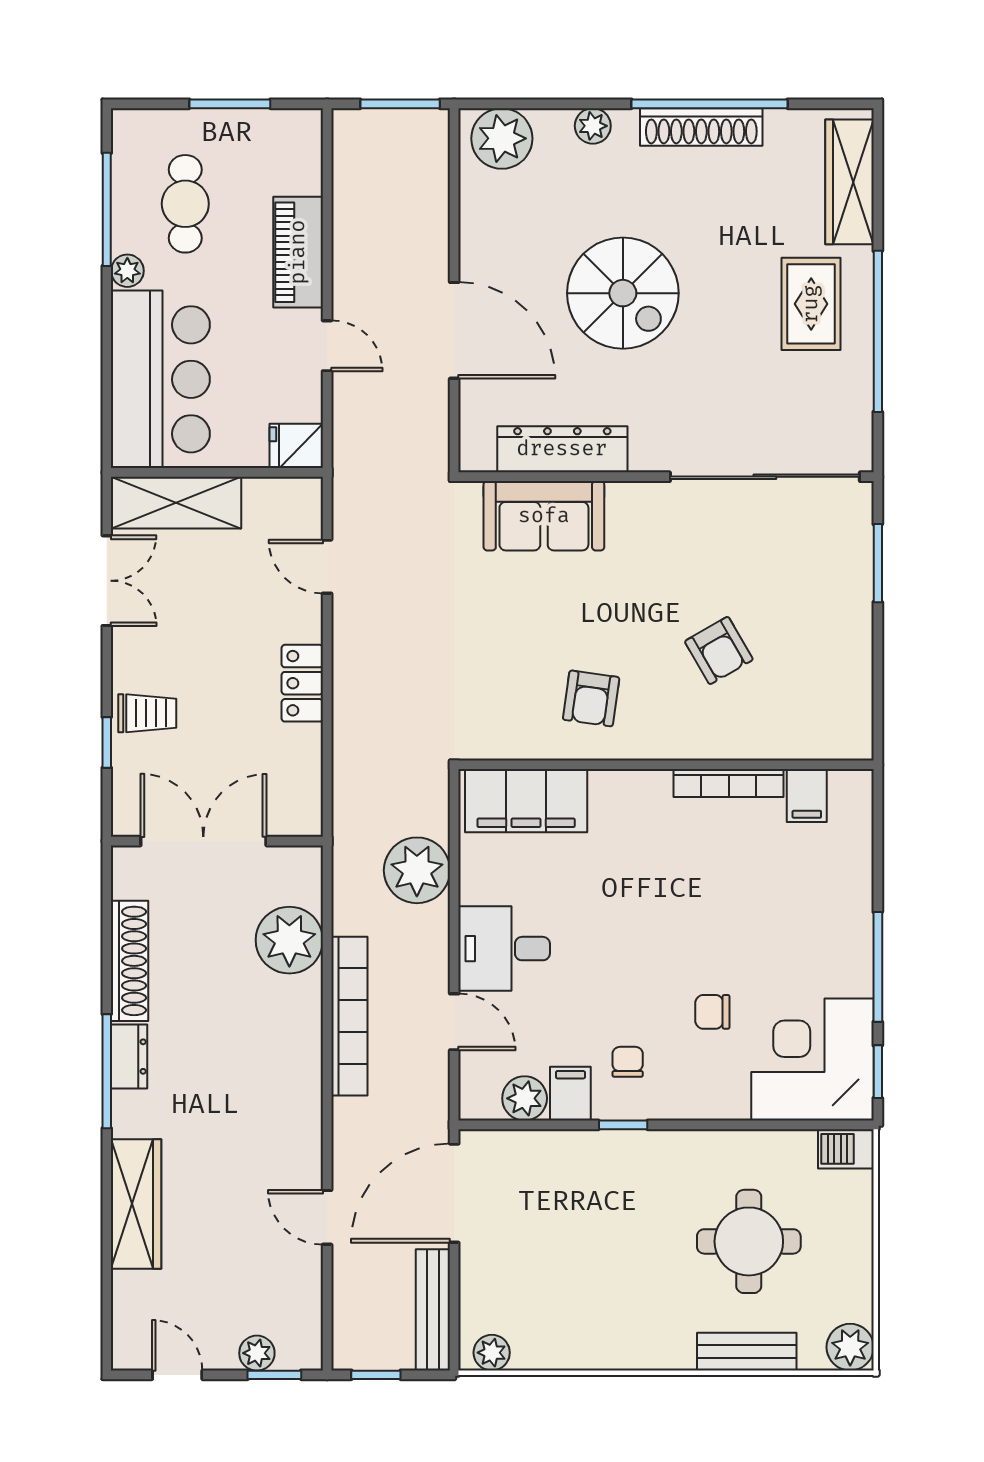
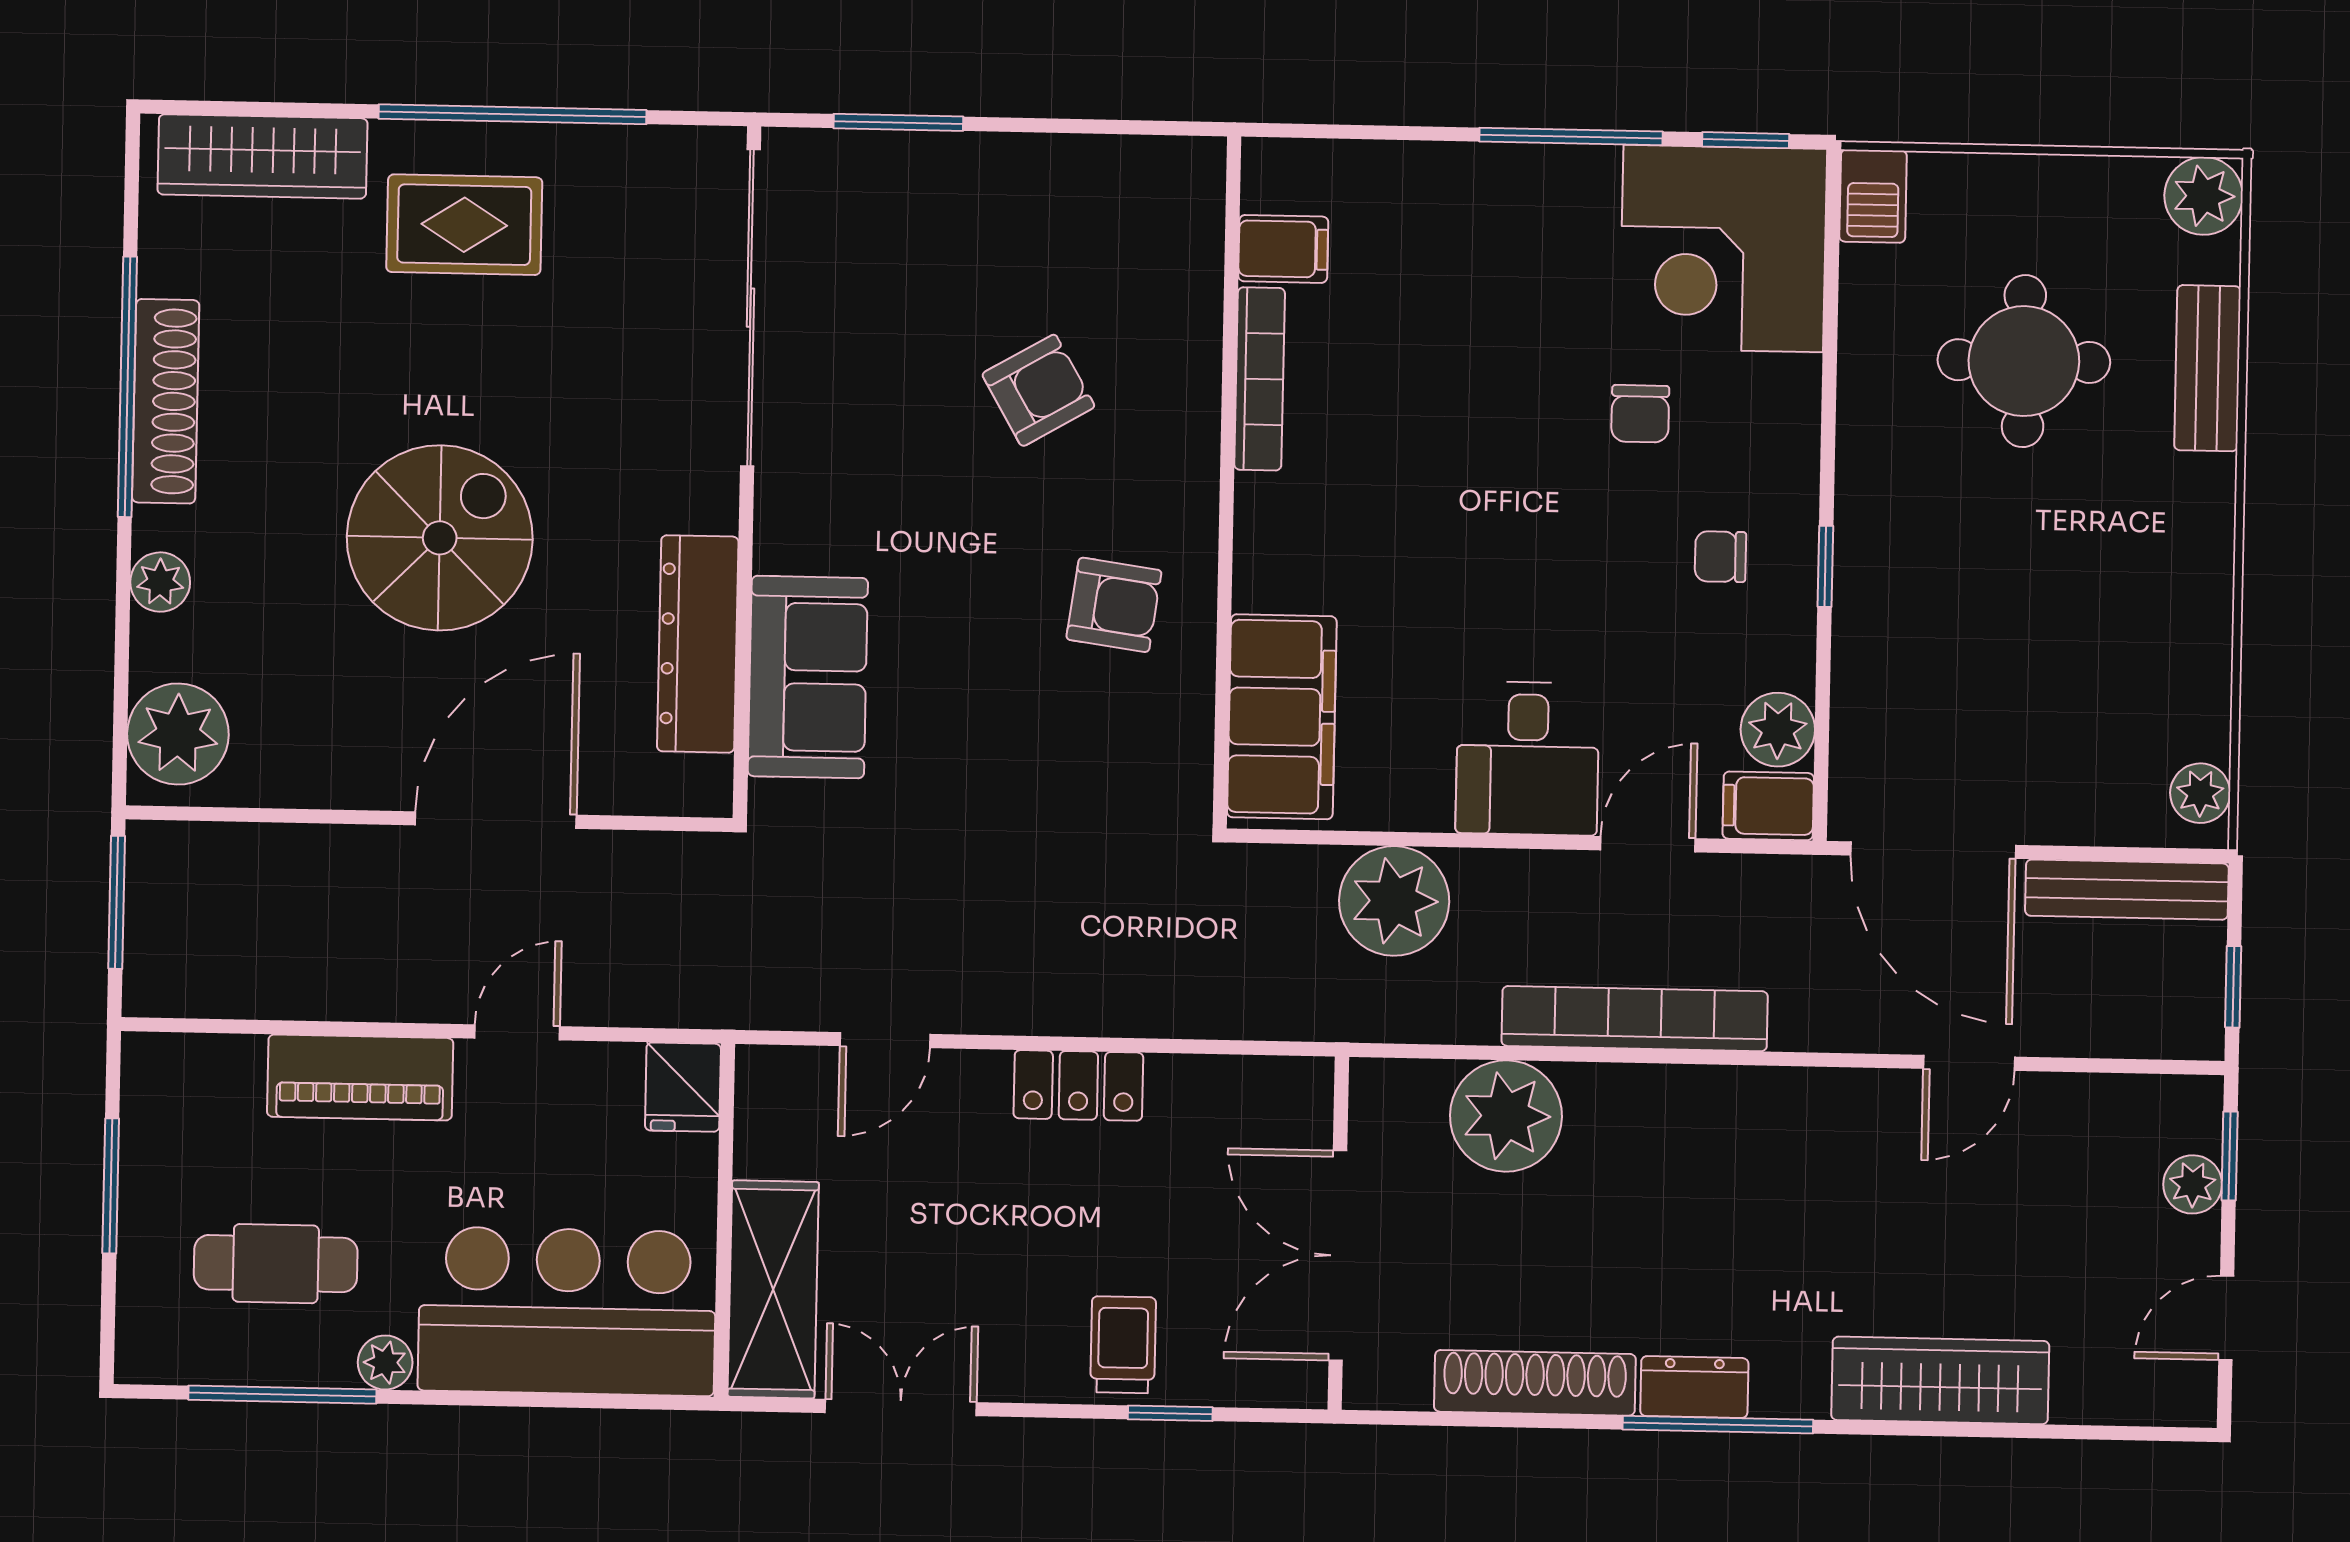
filing cabinet: (570, 1094) -> (1768, 806), moved

